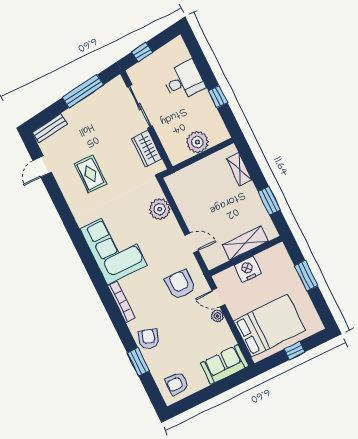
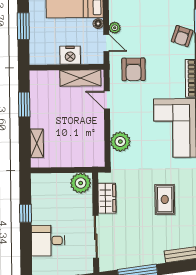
plant: (197, 142) -> (81, 183), moved
shelving: (245, 243) -> (80, 78), moved
floor lamp: (235, 312) -> (98, 24), added

